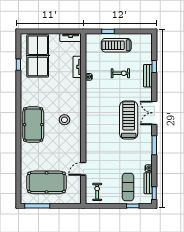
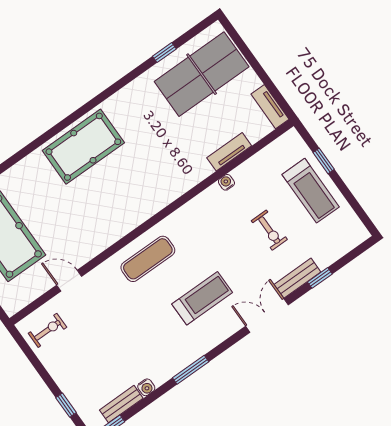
treadmill: (116, 45) -> (311, 191), turned 180
double door: (154, 113) -> (267, 316), moved
stool: (64, 120) -> (128, 193), removed
treadmill: (129, 120) -> (202, 298), width x0.73, depth x0.73
exercise mat: (128, 187) -> (148, 259), moved

